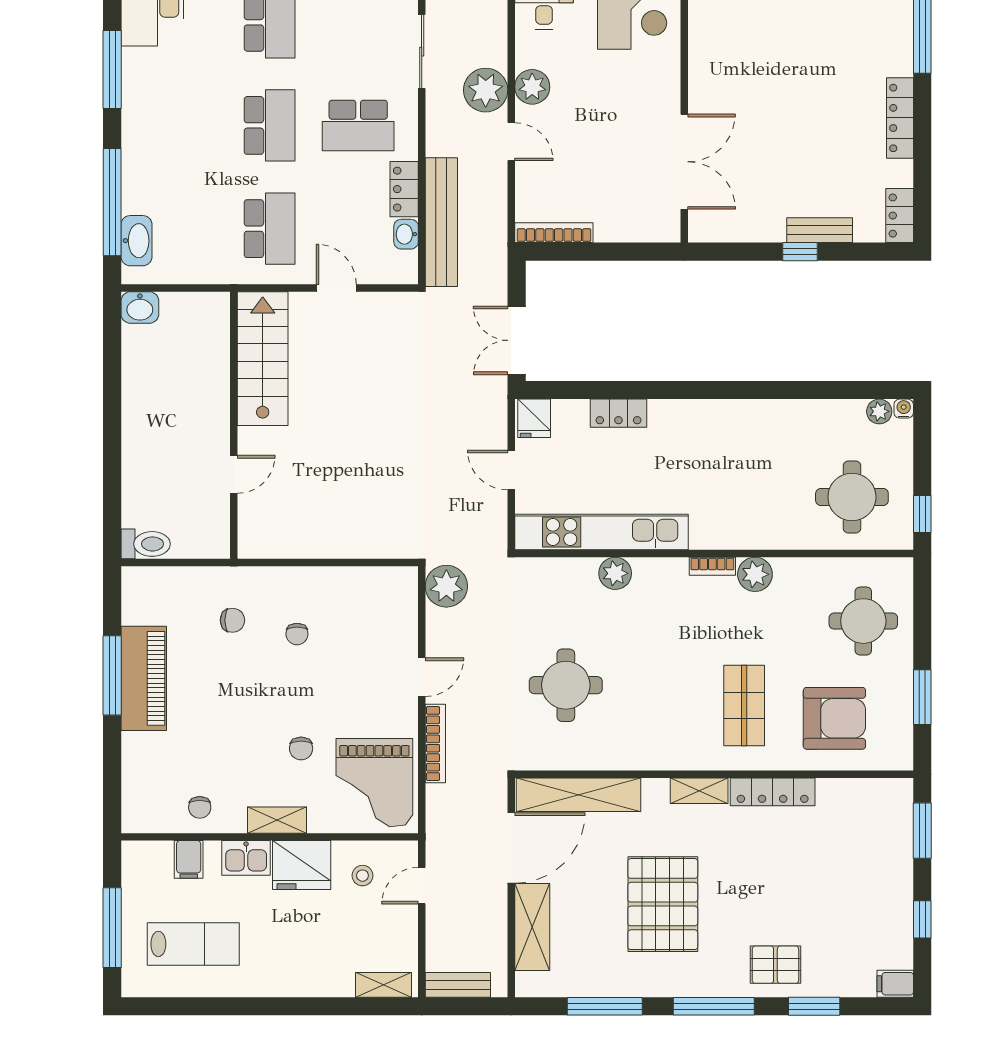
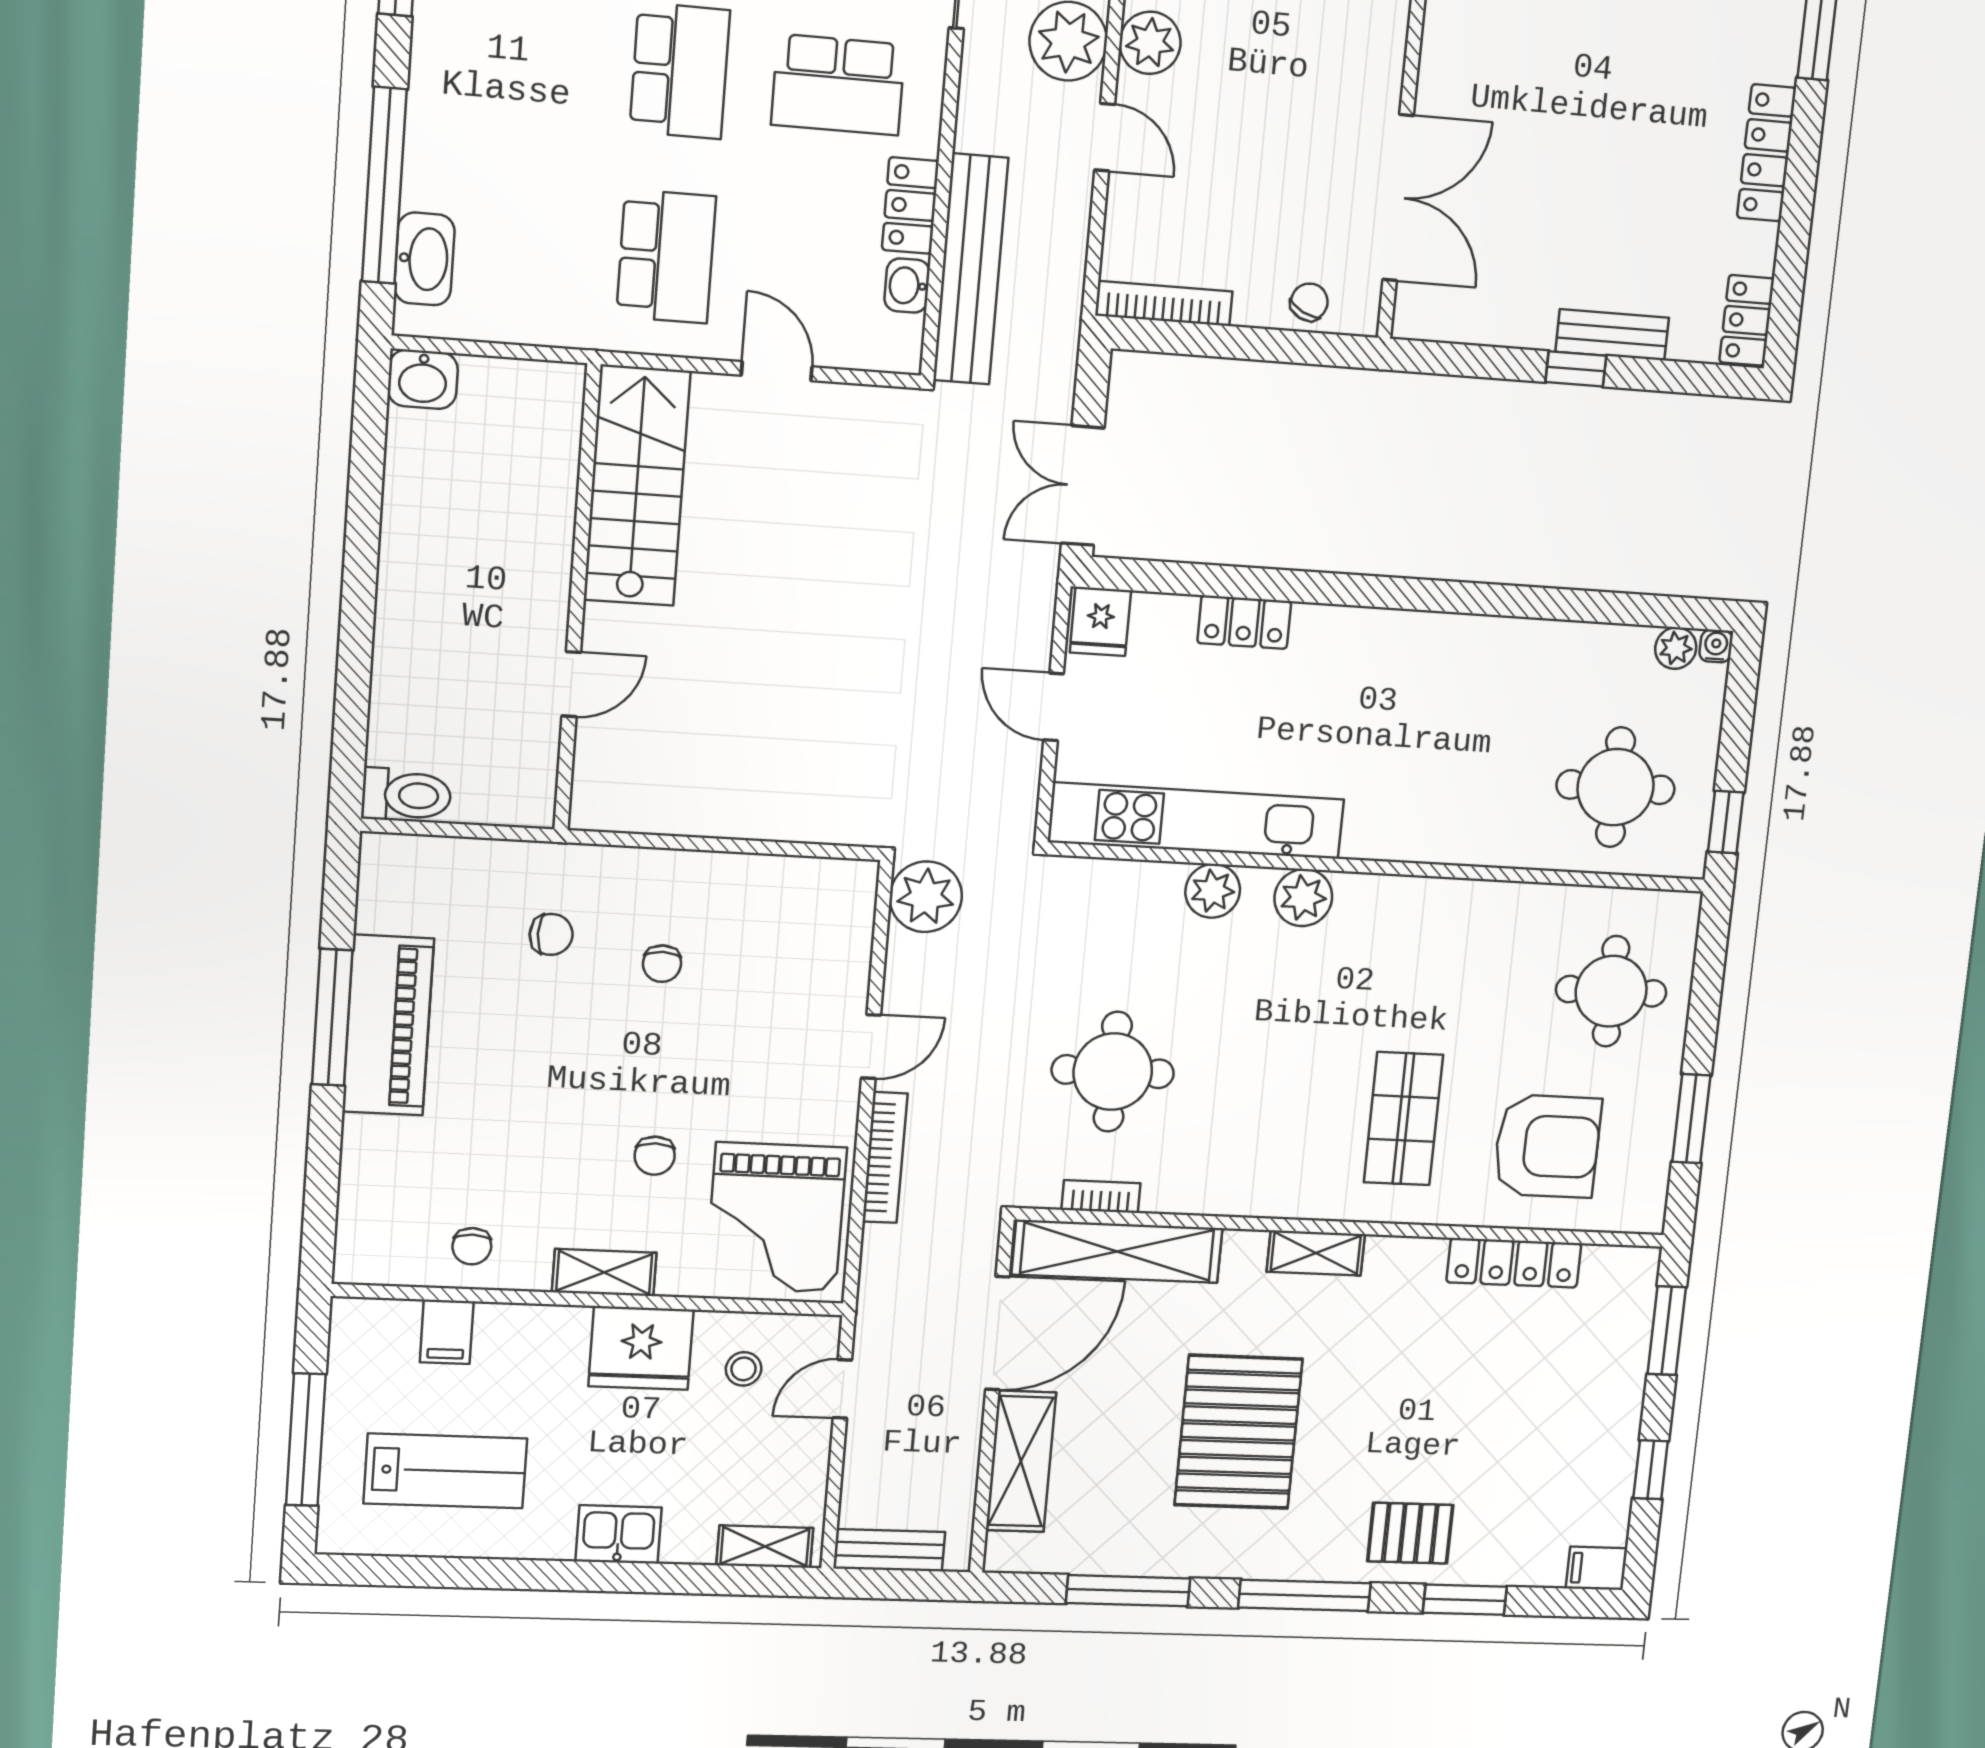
chair: (638, 225) -> (1309, 302), added
bookcase: (712, 566) -> (1101, 1196), moved, turned 180
plant: (755, 574) -> (1303, 898), moved
locker: (773, 792) -> (1514, 1263), moved
kitchen sink: (246, 858) -> (619, 1534), moved, turned 180

